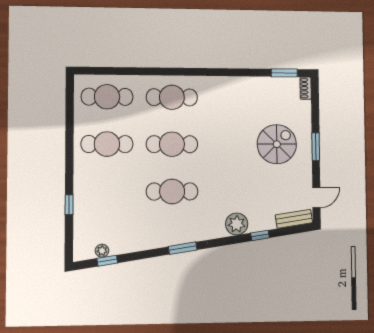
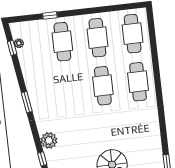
cafe table: (172, 191) -> (62, 42), moved

